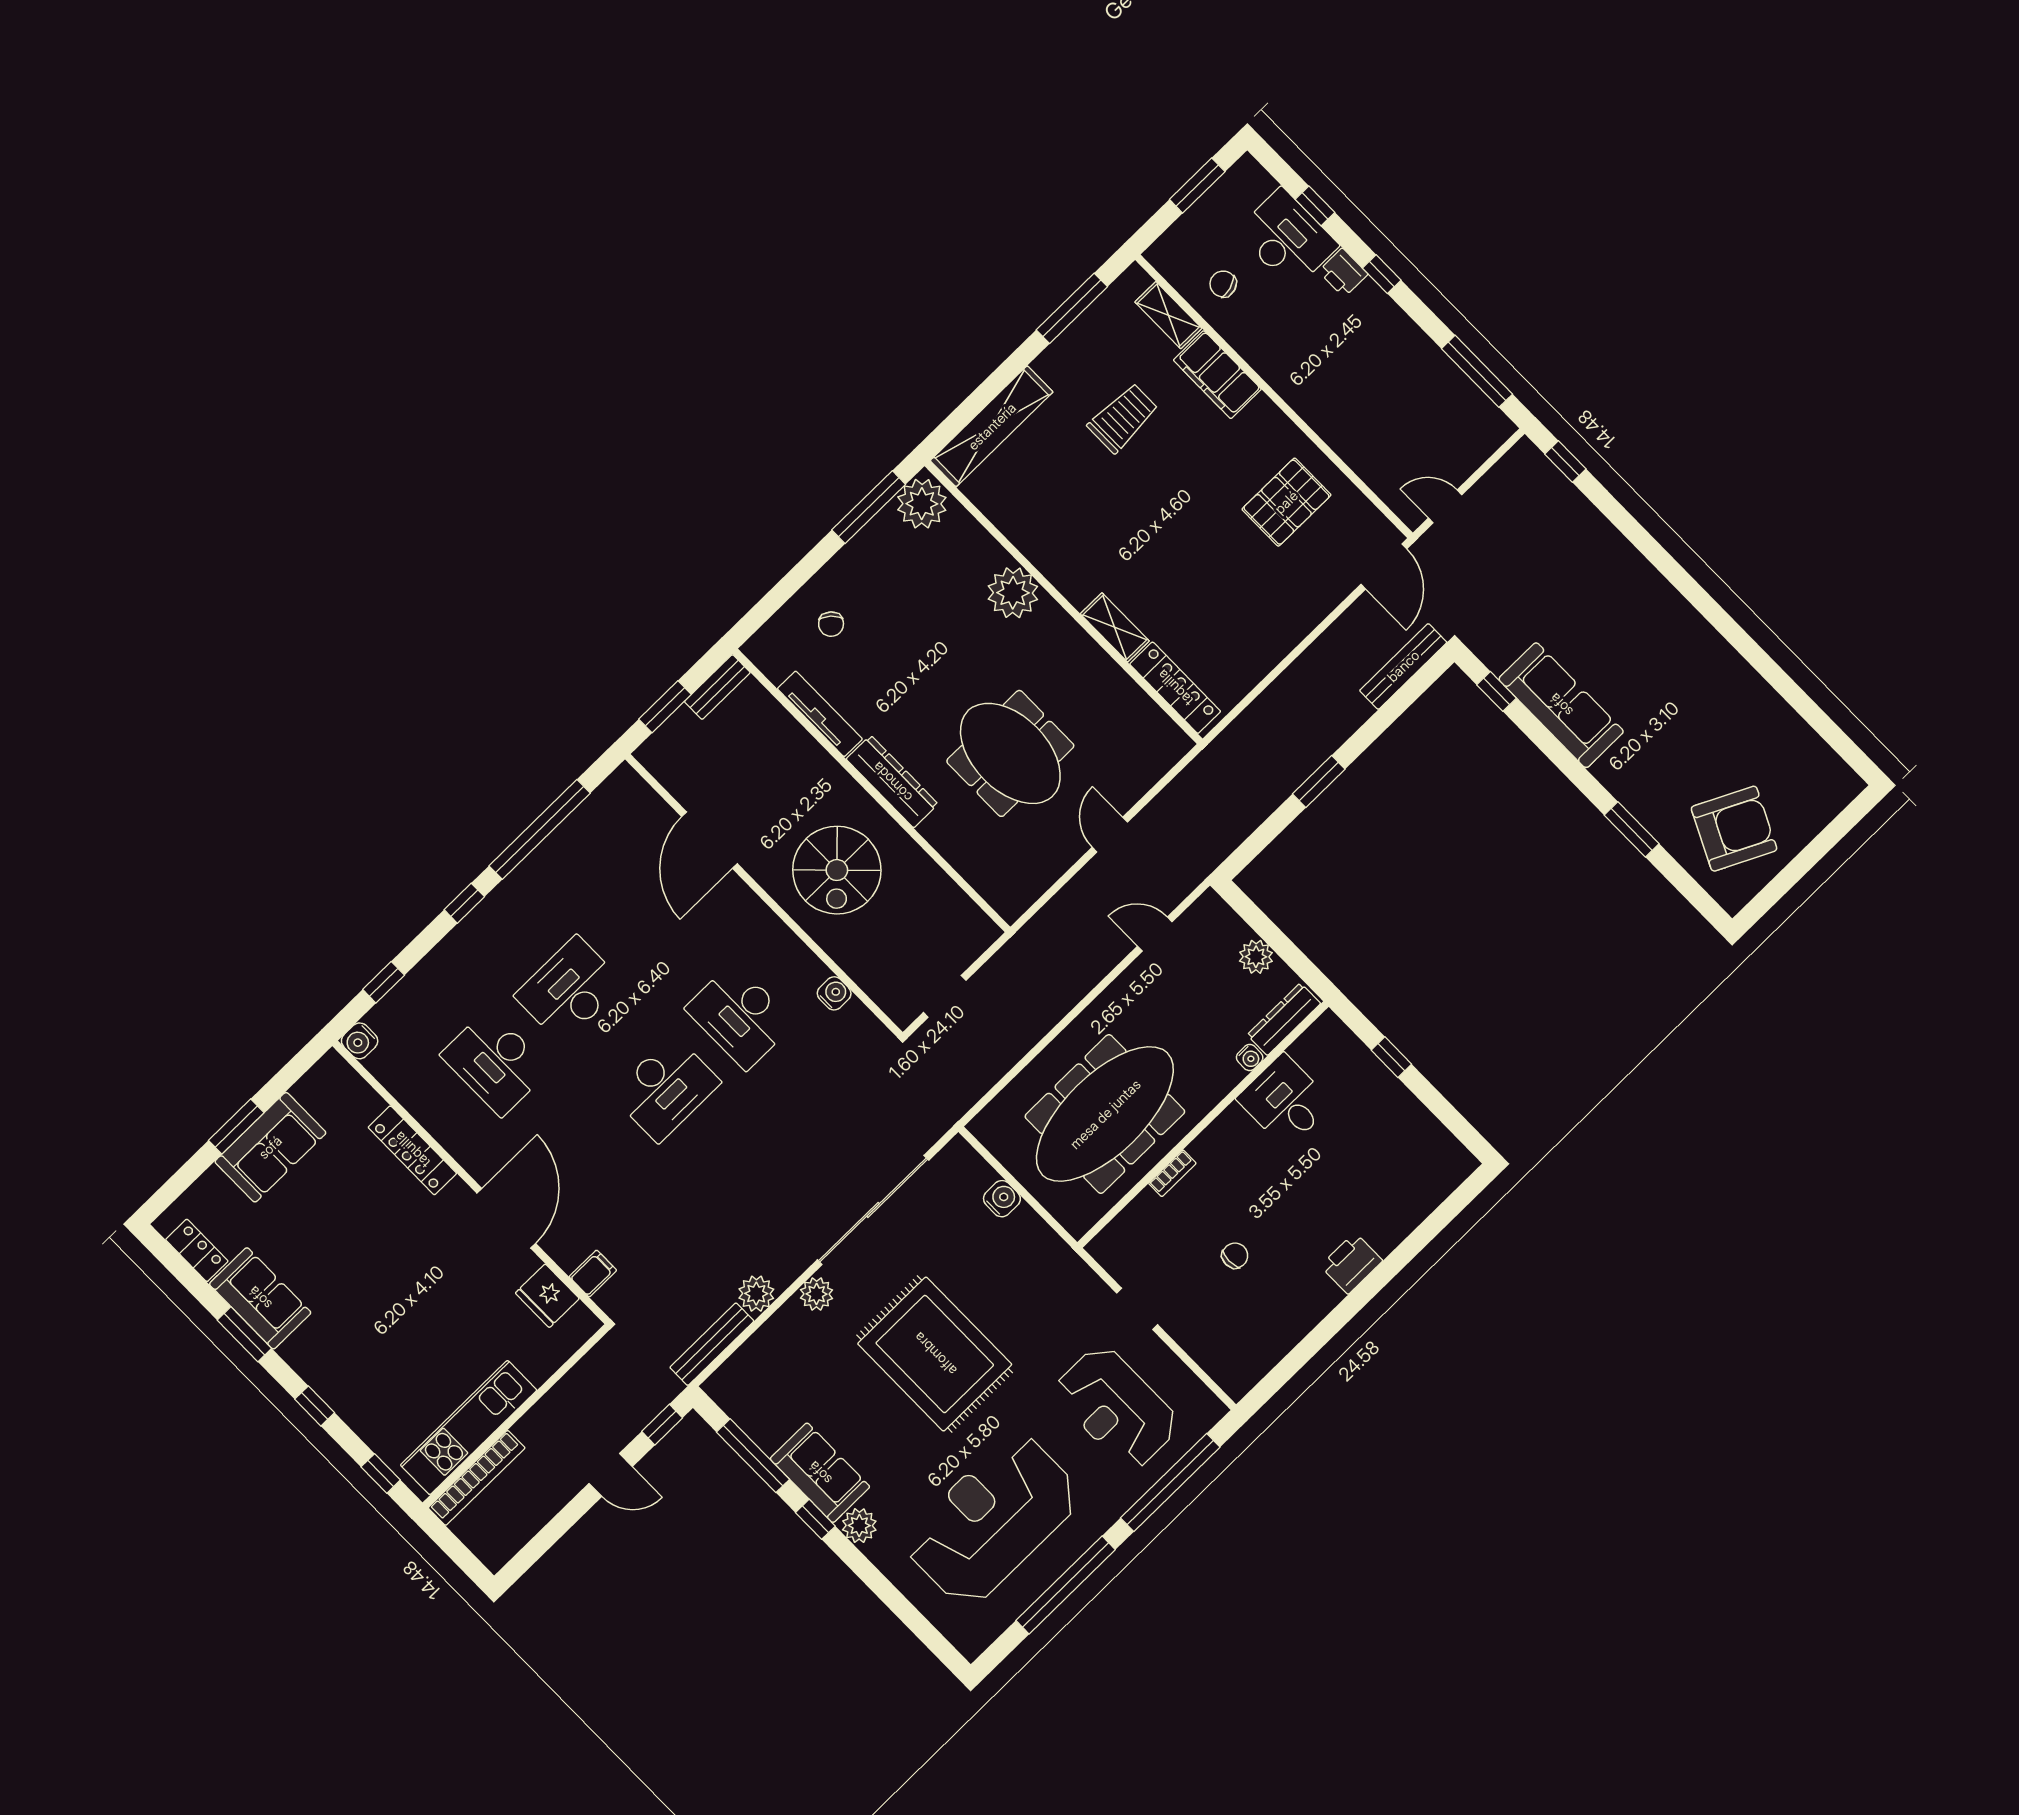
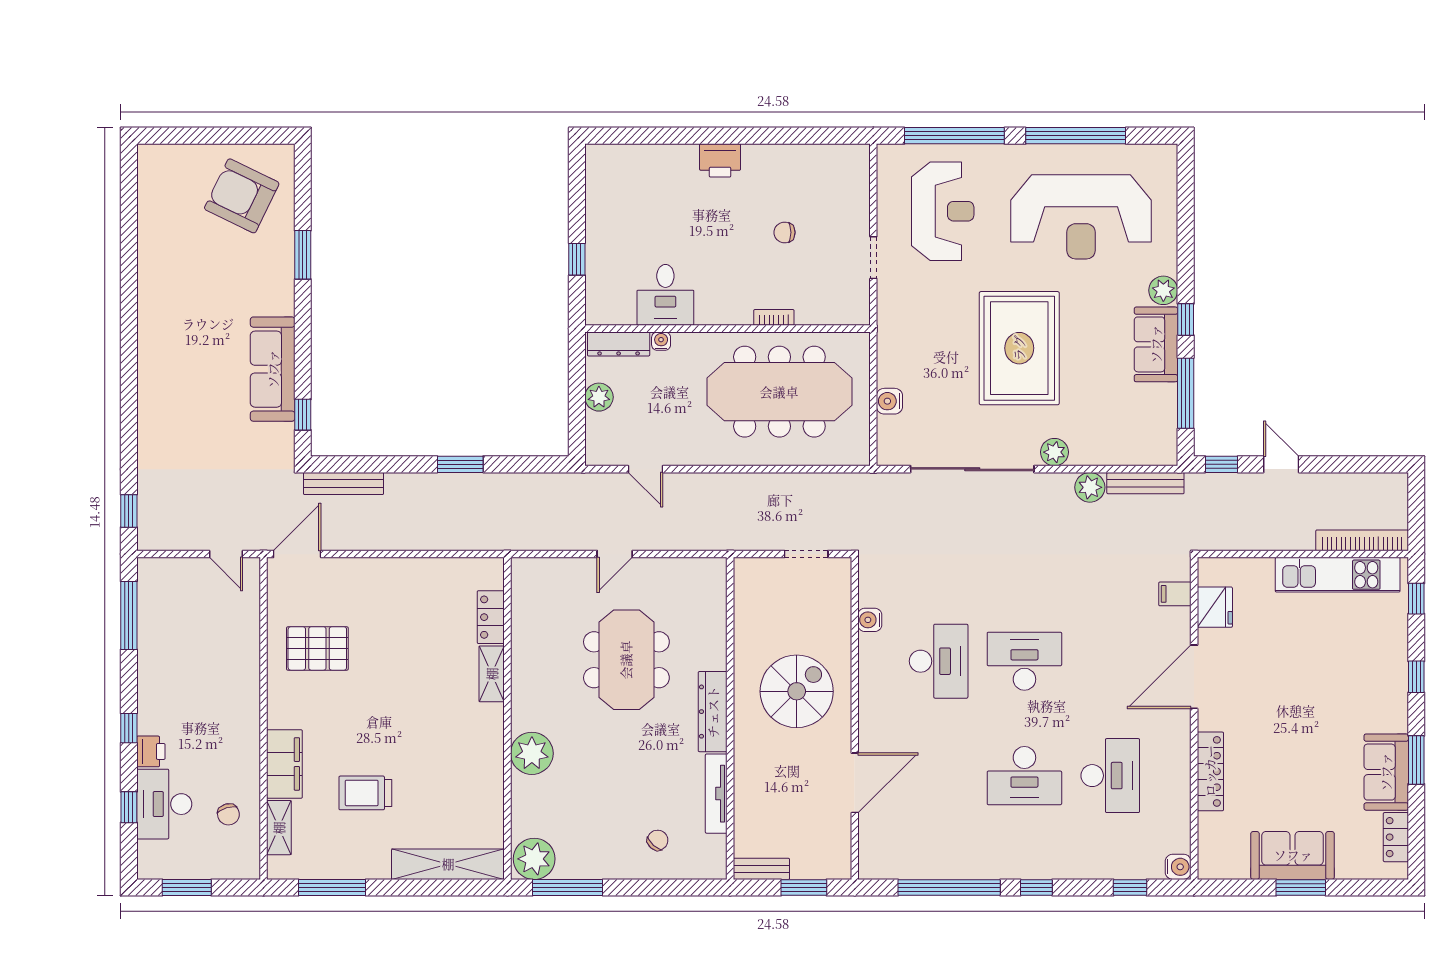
locker: (1175, 688) -> (491, 617), width x0.66

